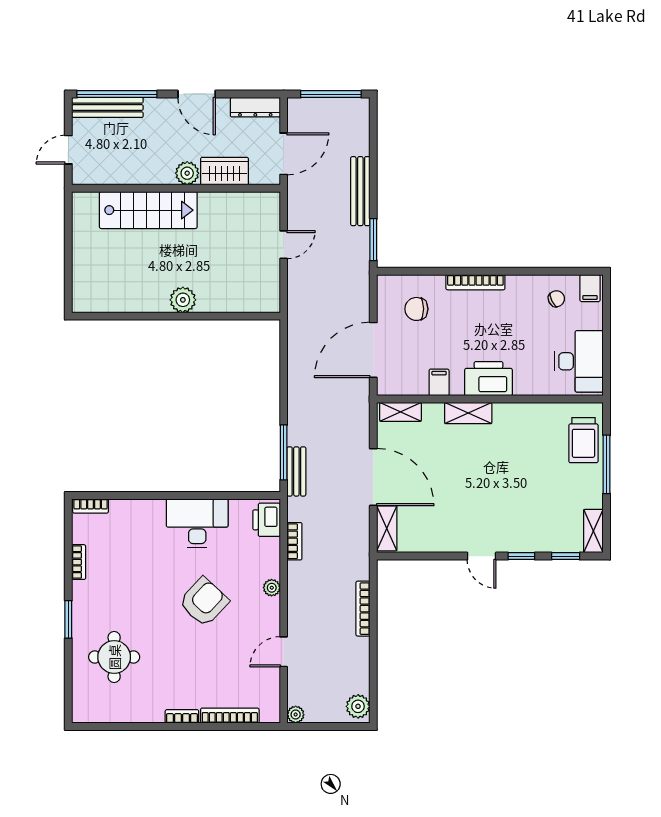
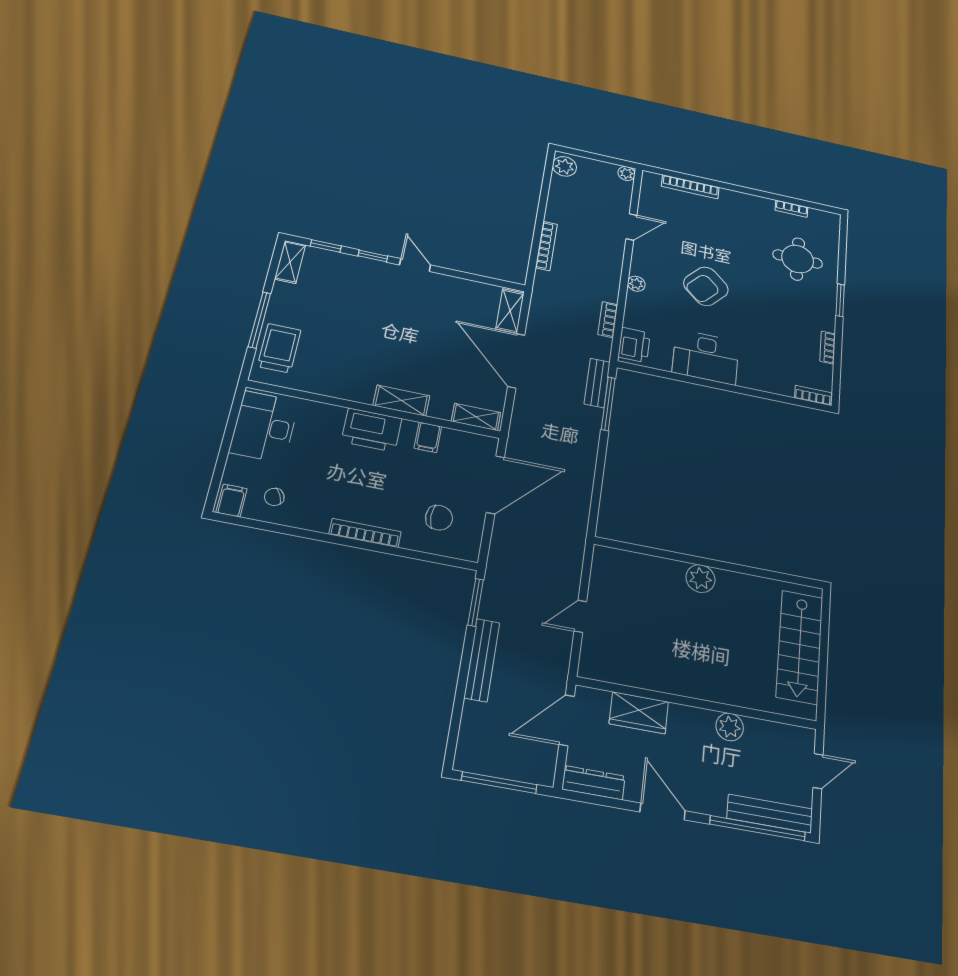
plant: (187, 173) -> (730, 727), moved
stairs: (148, 210) -> (800, 647), moved, turned -90
bookcase: (182, 716) -> (791, 209), moved

